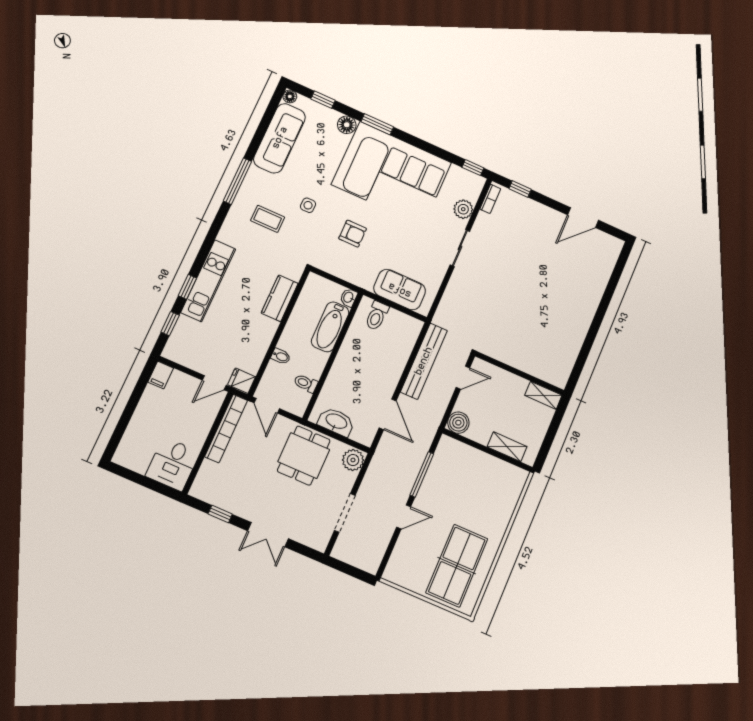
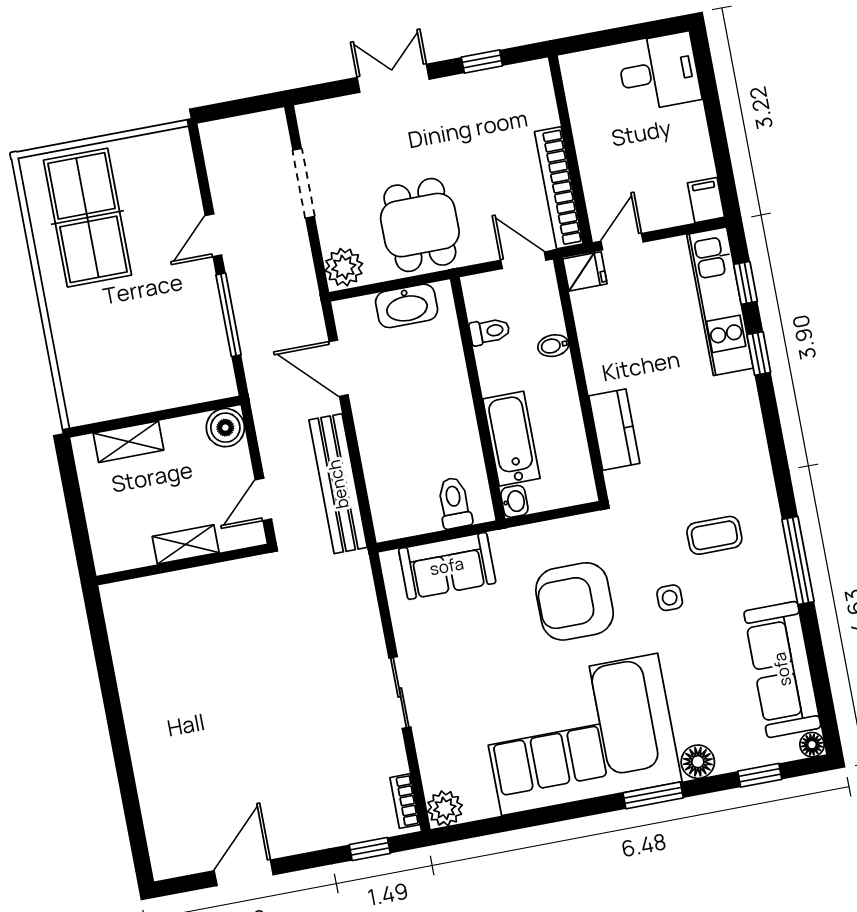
window: (473, 168) -> (464, 831), removed
plant: (463, 209) -> (445, 808), moved
armchair: (353, 234) -> (575, 601), width x1.88, depth x1.88
kitchen unit: (208, 281) -> (720, 301), moved
shelving: (543, 395) -> (186, 544), moved
desk: (173, 464) -> (659, 72), moved, turned 90

